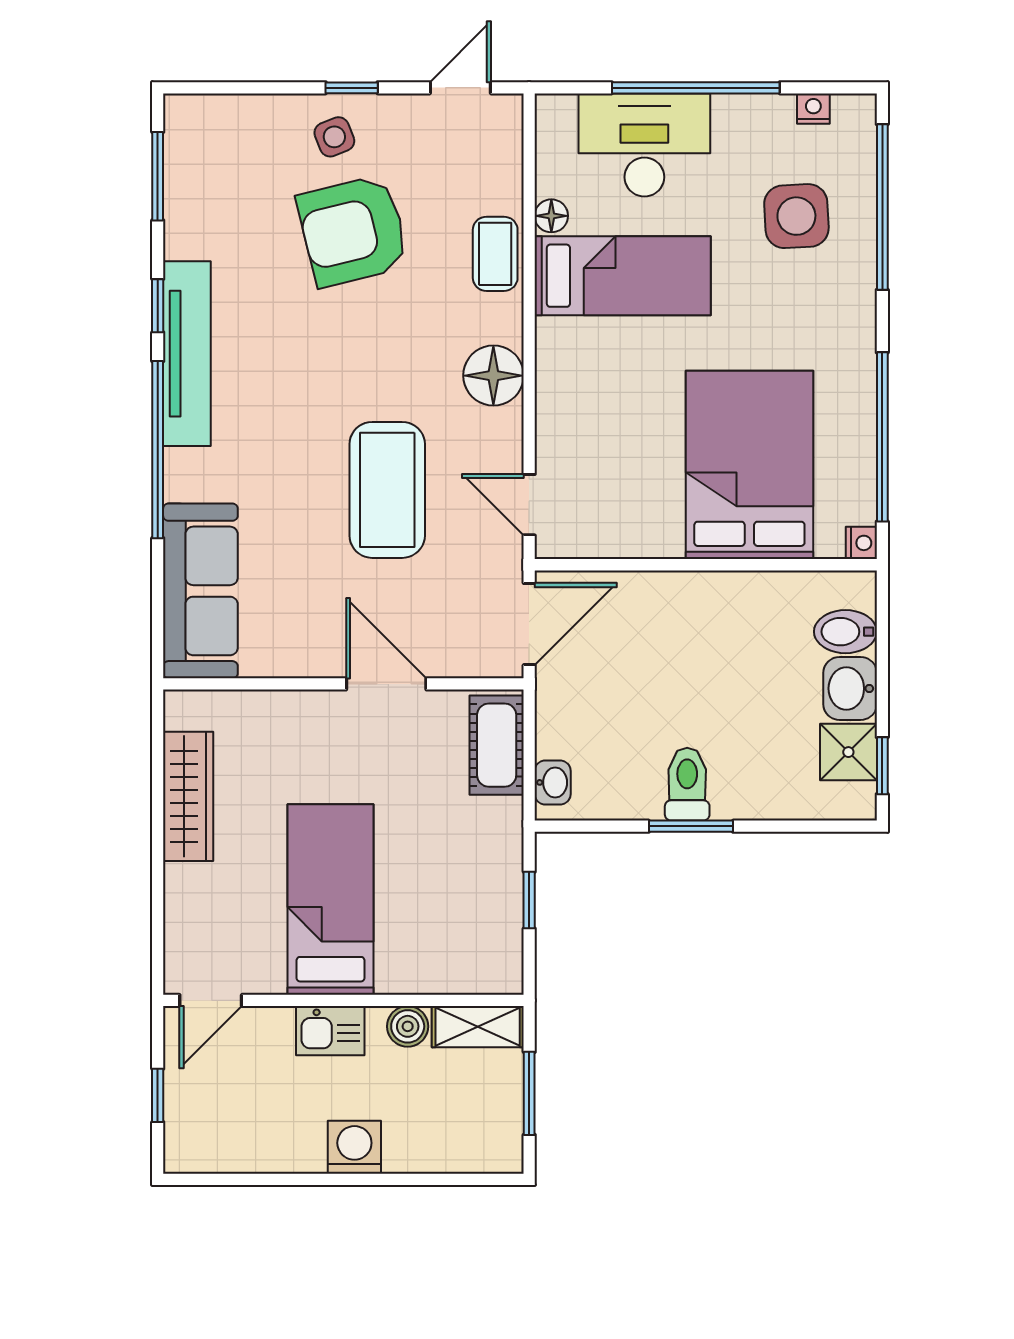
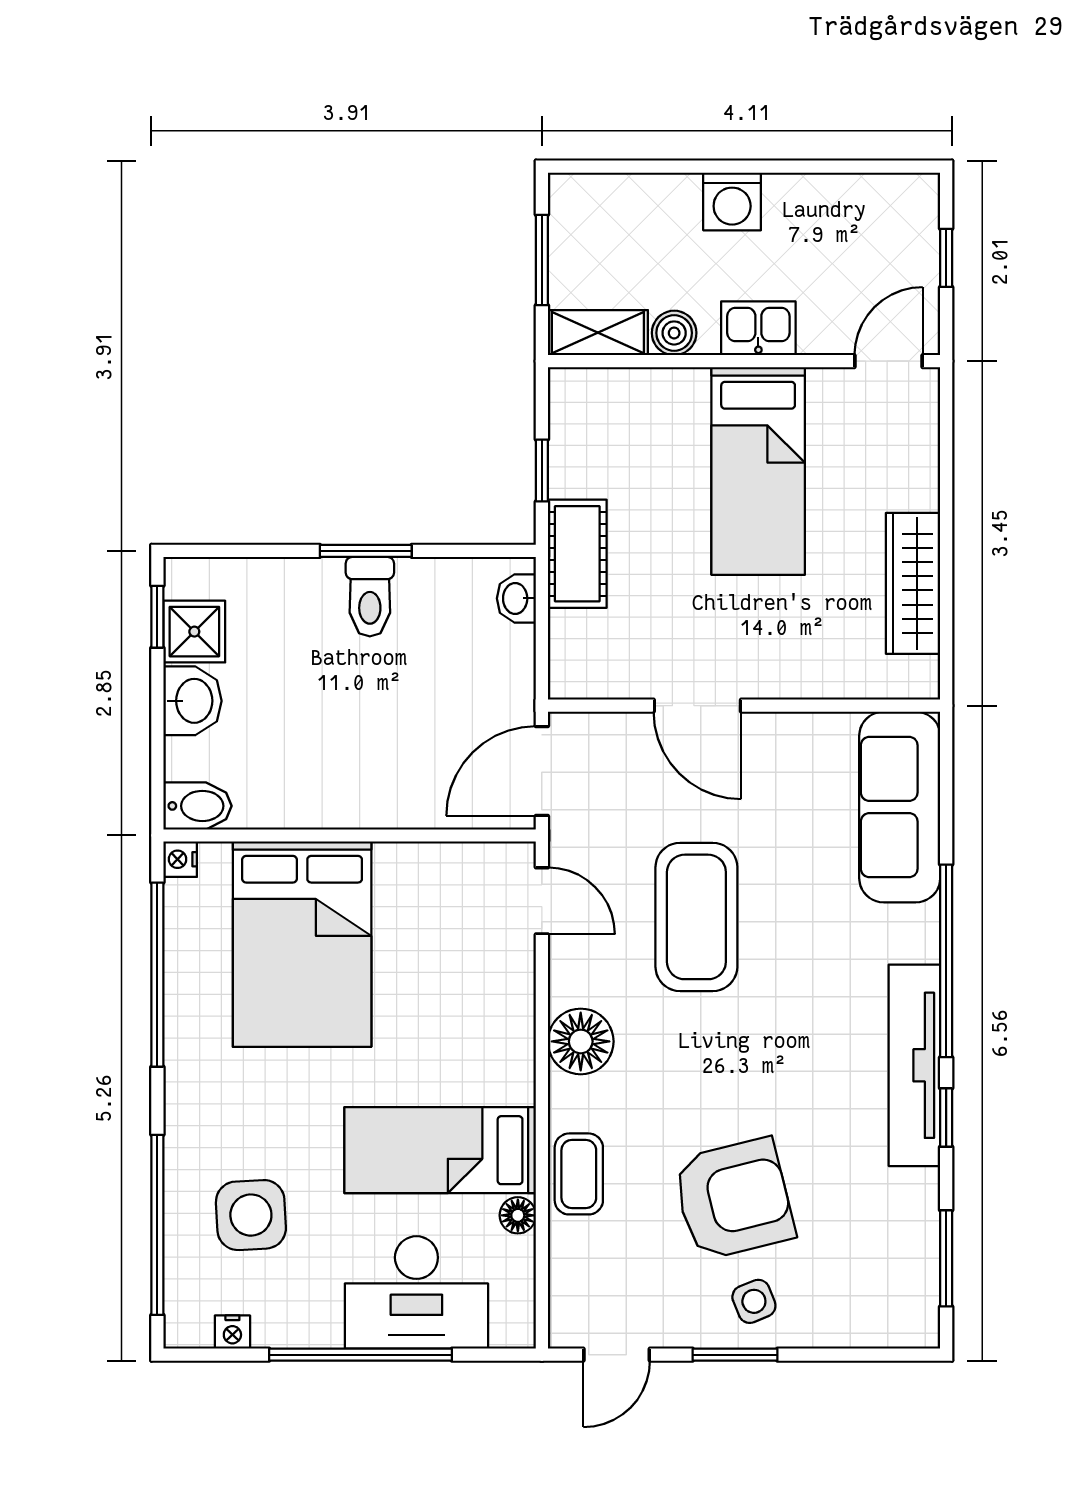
window: (352, 88) -> (735, 1355), width x1.50
bidet: (845, 632) -> (198, 806), moved
cot: (497, 745) -> (577, 554), moved

